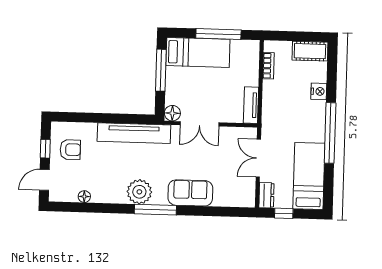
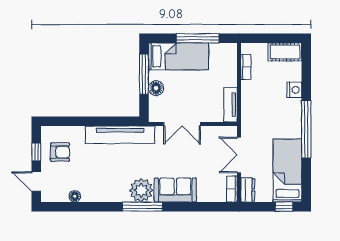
floor lamp: (172, 113) -> (156, 88), moved
door: (44, 180) -> (36, 182), hinge flipped
plant: (139, 192) -> (141, 190), moved
bookcase: (250, 194) -> (232, 189), added
window: (284, 213) -> (284, 207), moved

